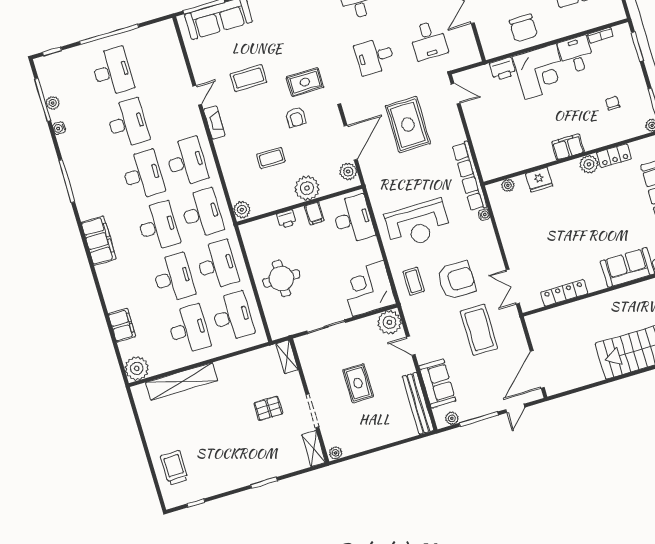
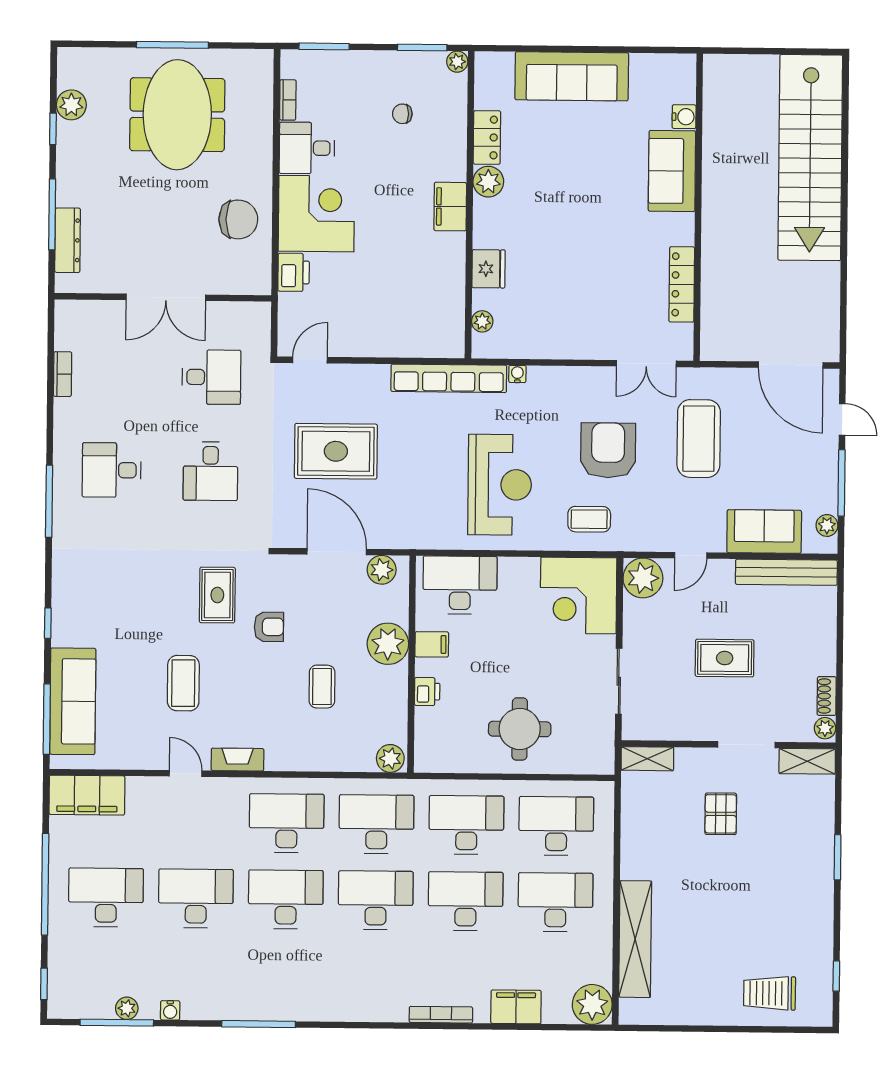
filing cabinet: (99, 241) -> (87, 795), moved, turned 180
bookcase: (104, 284) -> (441, 1015), added
coffee table: (479, 330) -> (699, 439), turned 90
shoe rack: (354, 448) -> (827, 696), added

